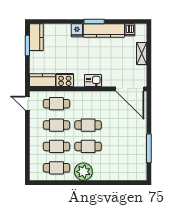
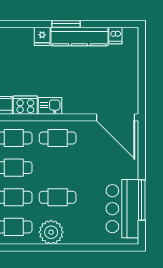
shelving: (142, 54) -> (132, 68), removed
kitchen sink: (93, 81) -> (50, 106), moved
cafe table: (88, 125) -> (58, 138), moved
bar counter: (135, 155) -> (122, 209), added

